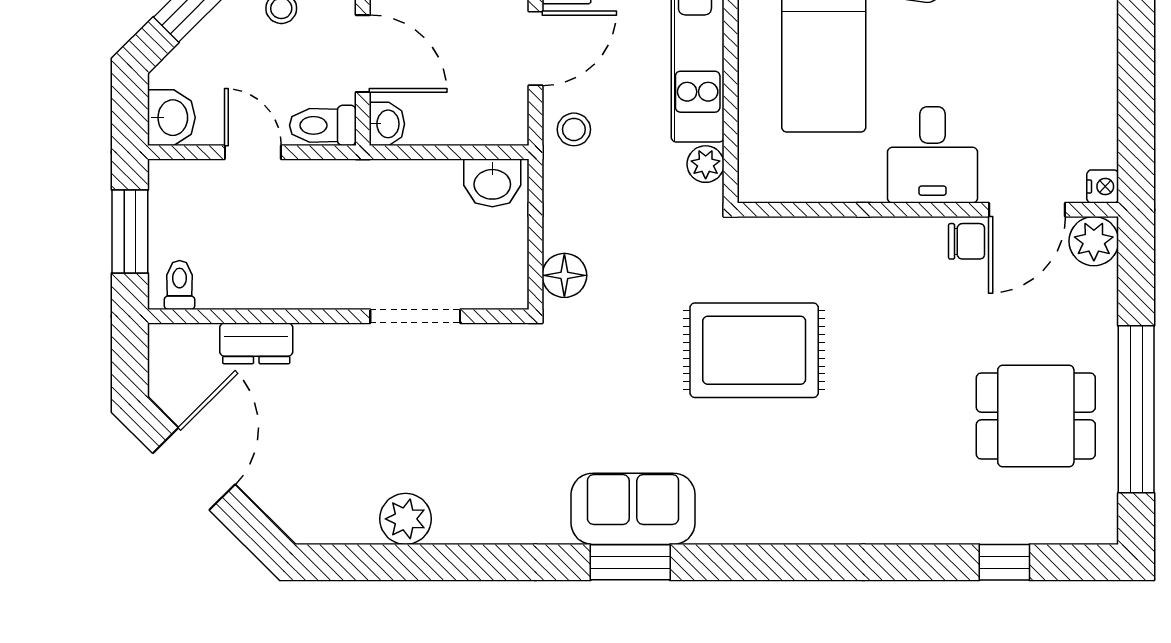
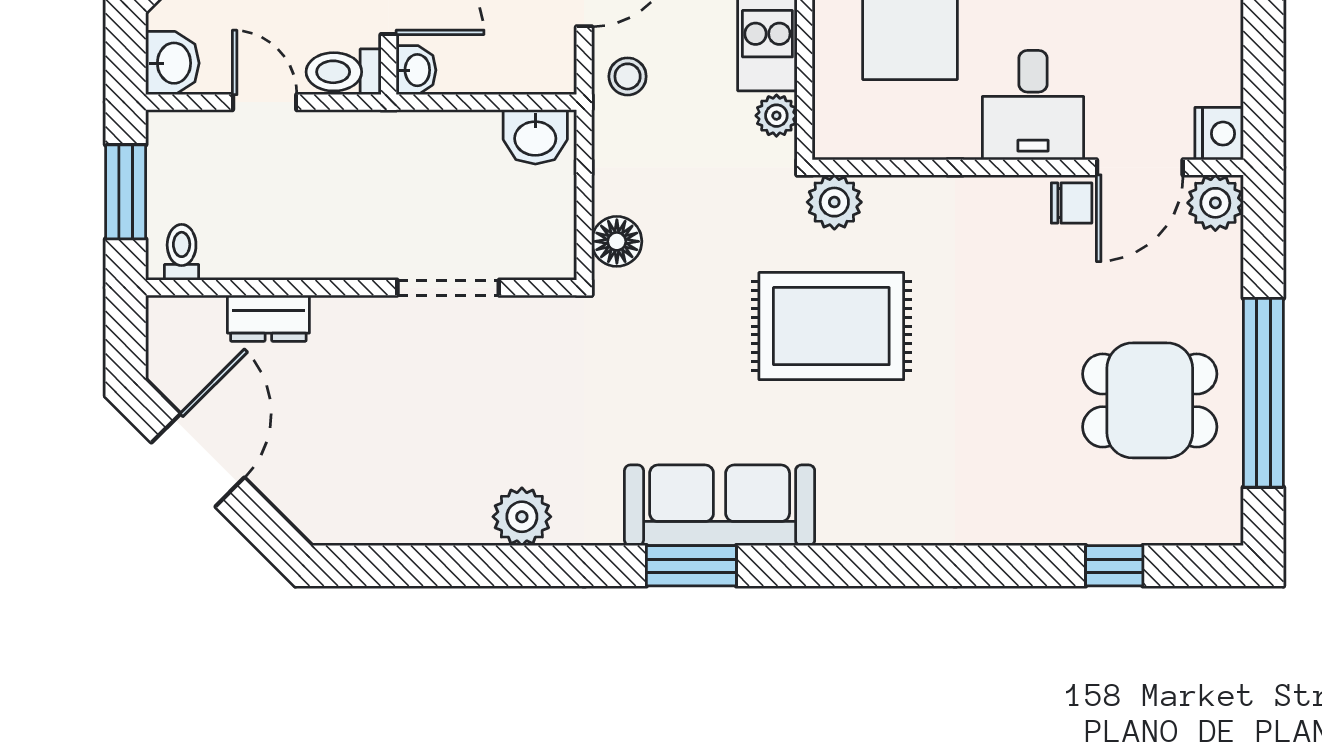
nightstand: (1103, 186) -> (1219, 134), width x1.39, depth x1.35
plant: (757, 241) -> (834, 202), added
sofa: (633, 509) -> (720, 505), width x1.36
plant: (406, 519) -> (522, 517), moved

